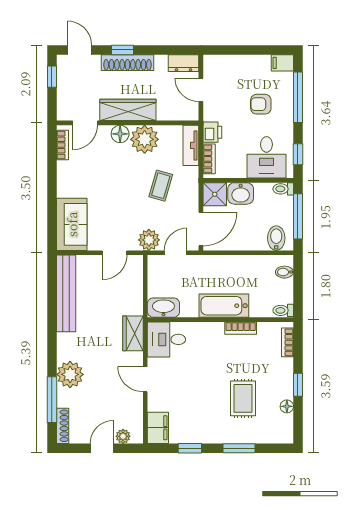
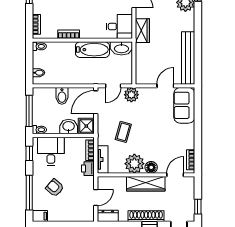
door: (201, 90) -> (96, 198), hinge flipped
armchair: (261, 104) -> (55, 188), turned -138
bidet: (276, 238) -> (62, 96), moved
door: (115, 253) -> (165, 86), moved
bathtub: (224, 306) -> (92, 50), moved

